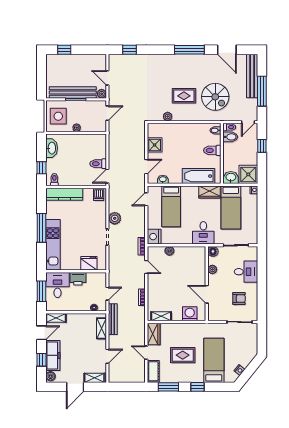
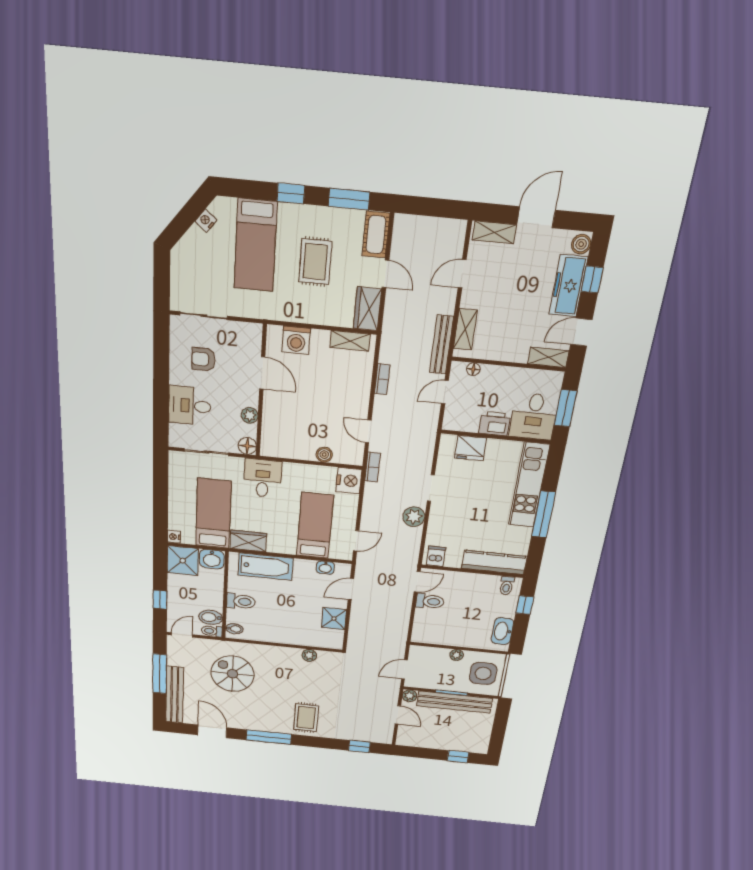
rug: (184, 96) -> (306, 718), moved, turned 90
rug: (183, 355) -> (315, 262), turned 90

